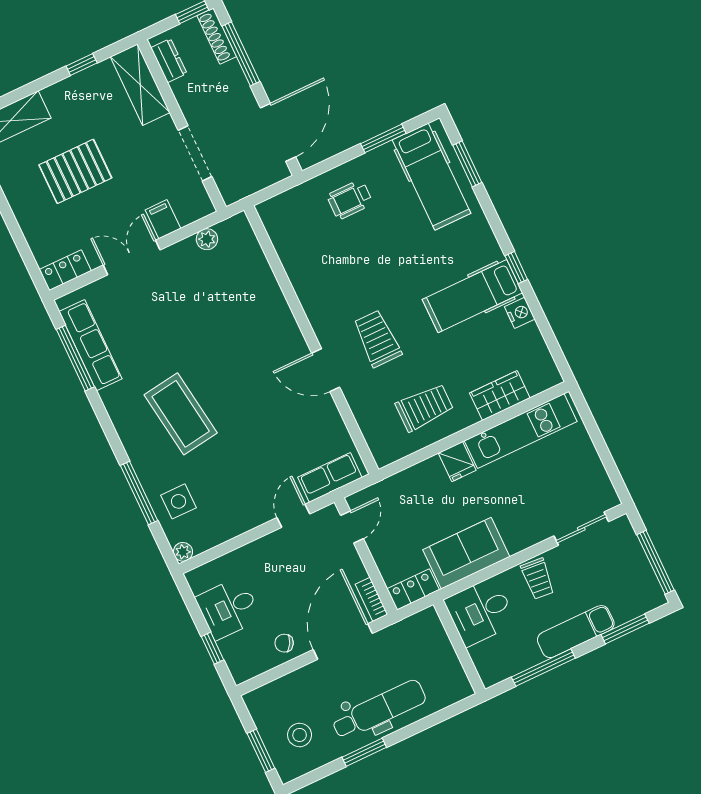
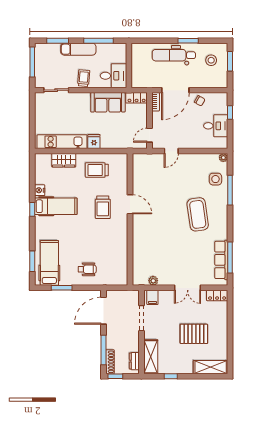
filing cabinet: (163, 219) -> (152, 297), moved
row of seats: (330, 477) -> (149, 160), removed

